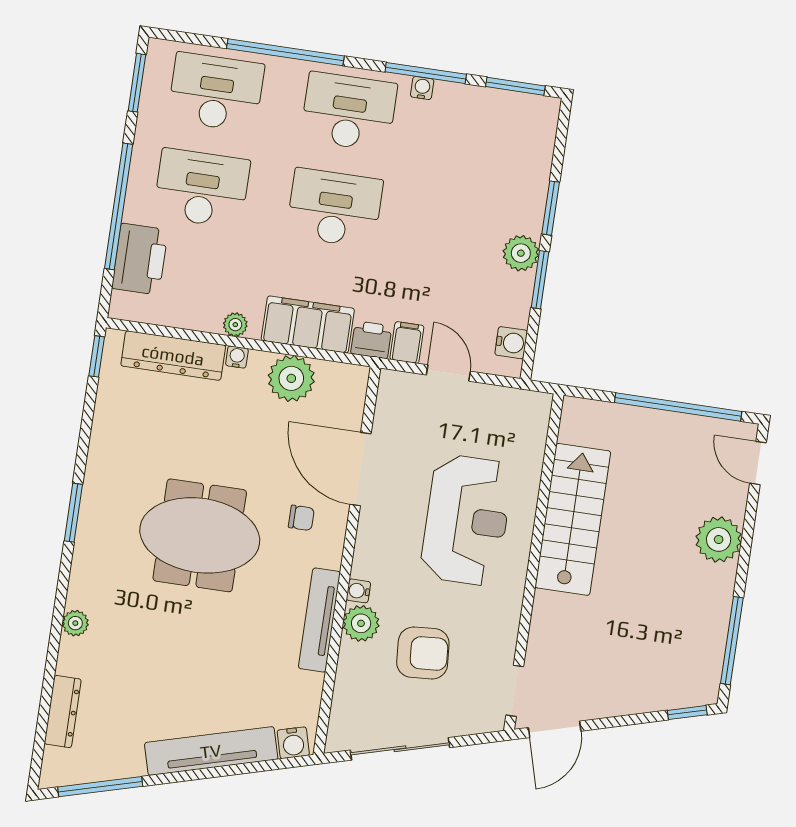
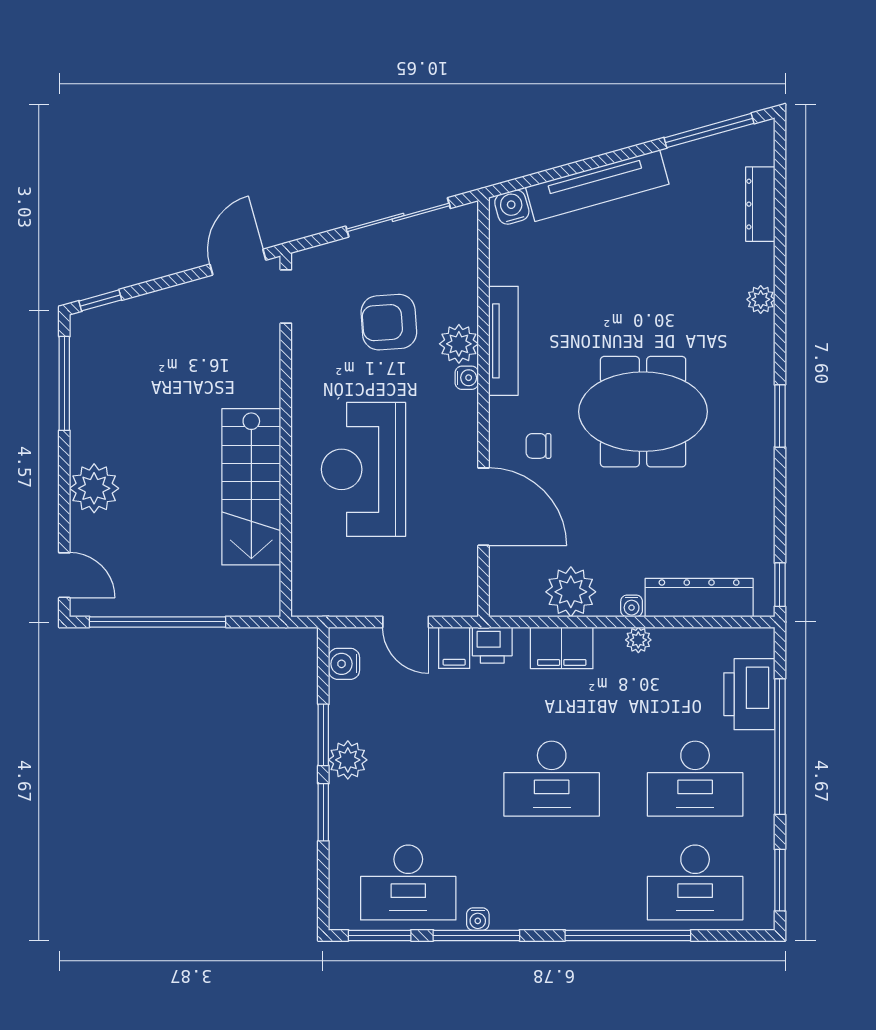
desk: (349, 112) -> (408, 882), moved
filing cabinet: (308, 324) -> (562, 648), width x0.67, depth x0.86

